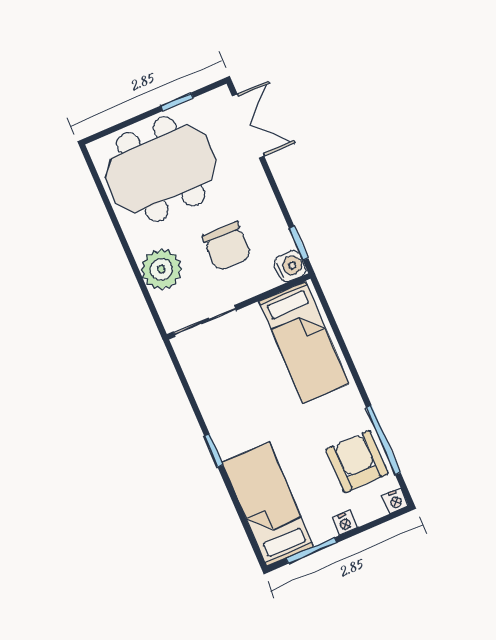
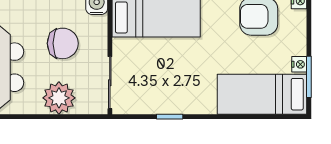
window: (214, 451) -> (170, 117), moved
nightstand: (345, 523) -> (299, 64), moved

